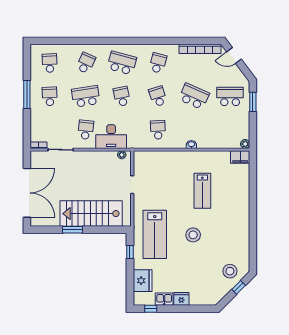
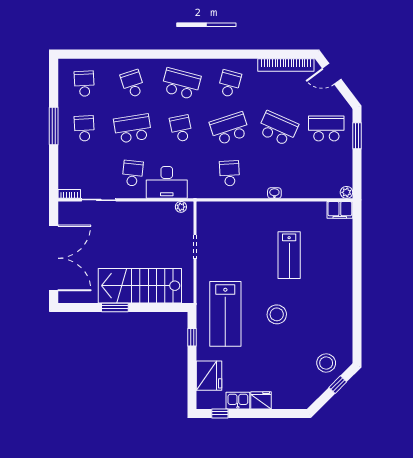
school desk: (86, 63) -> (133, 84), turned -42
school desk: (158, 96) -> (229, 128), width x1.85

